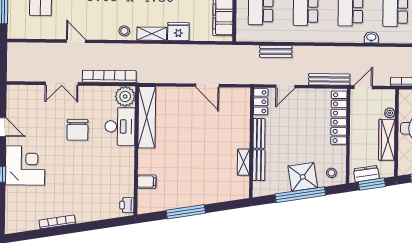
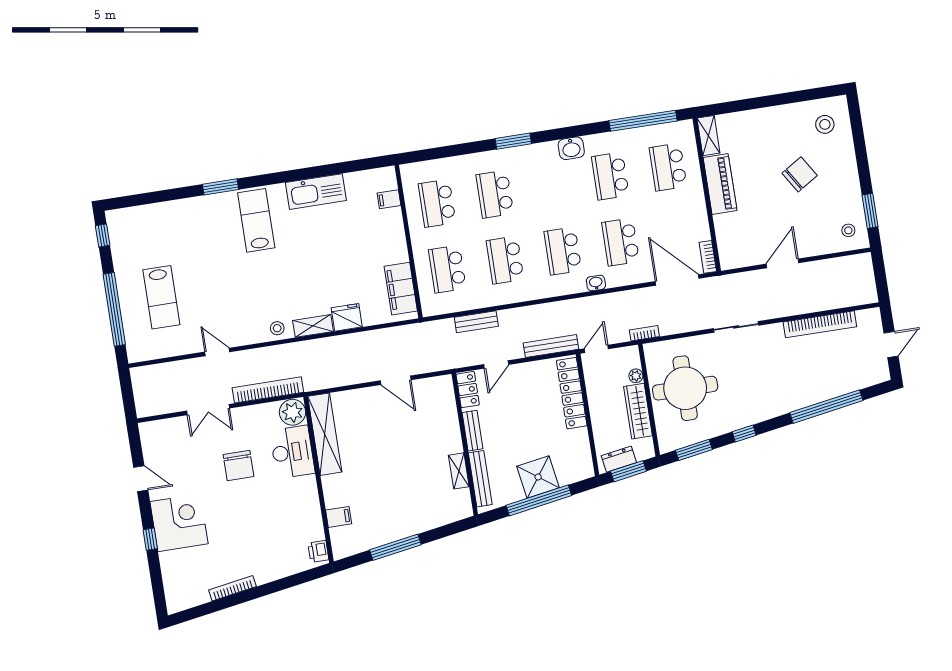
bench: (259, 165) -> (480, 479), width x1.36
stool: (331, 173) -> (574, 466), removed

